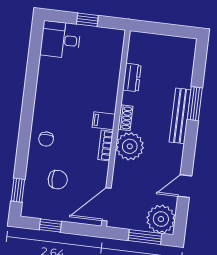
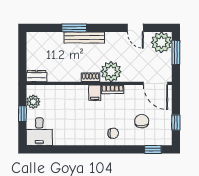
plant: (102, 36) -> (33, 102), added
dresser: (132, 78) -> (37, 76), moved

